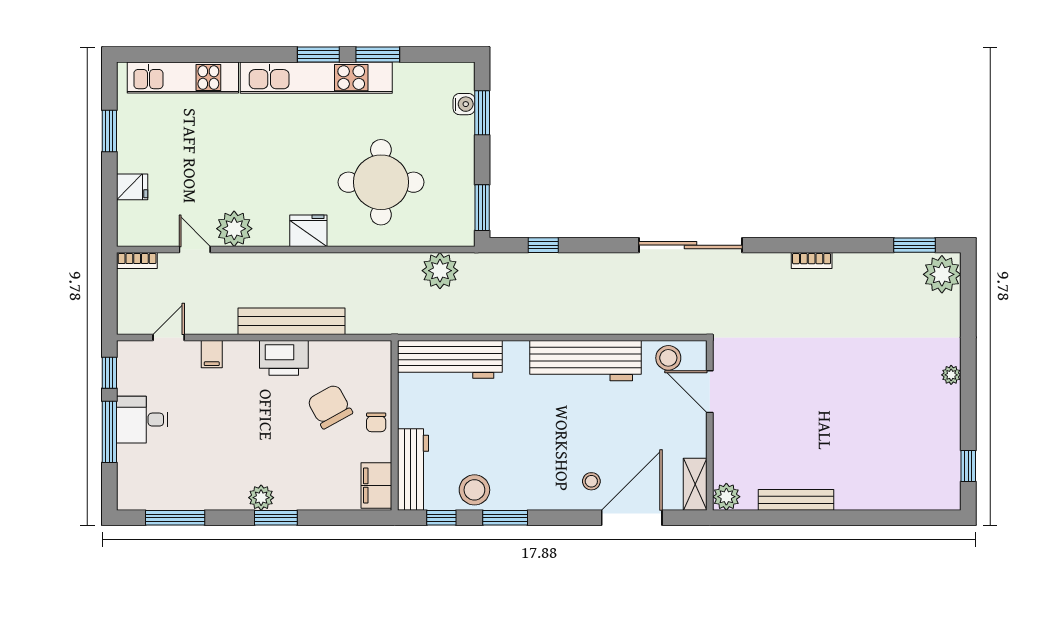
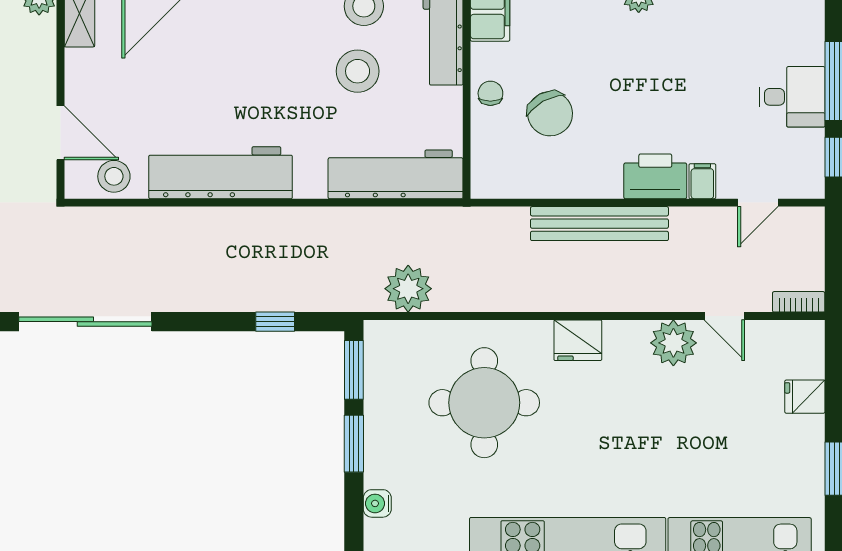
window: (482, 113) -> (354, 444), moved
printer: (284, 358) -> (655, 176), moved
stool: (591, 481) -> (358, 71), moved, width x1.89, depth x1.89

